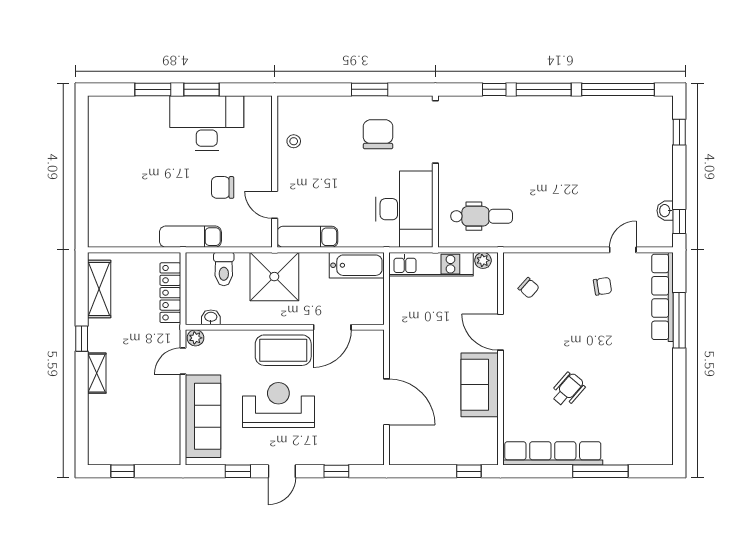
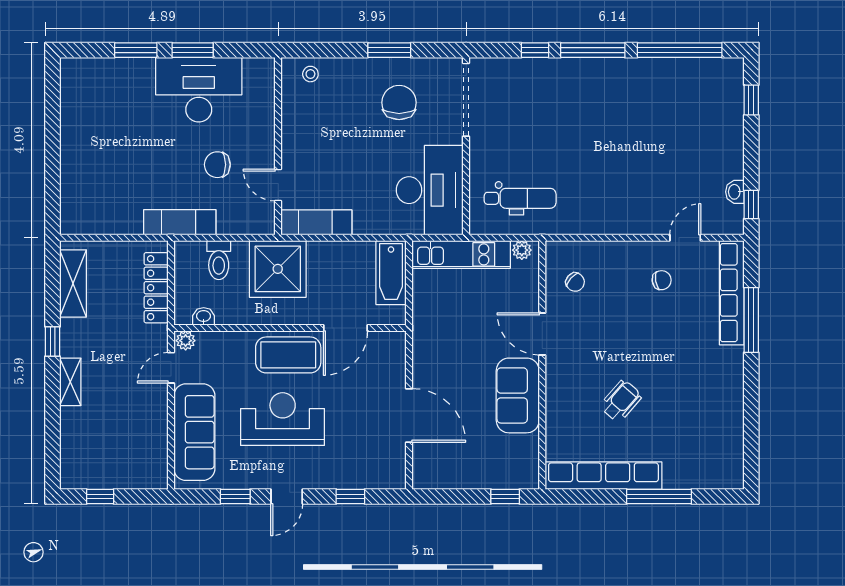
stool: (294, 141) -> (310, 74), moved
bathtub: (357, 265) -> (391, 273), moved, turned 90

